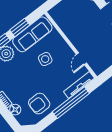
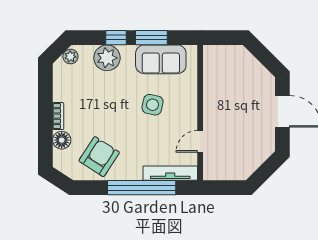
sofa: (32, 34) -> (161, 59), width x0.73
armchair: (39, 104) -> (99, 157), turned 123

